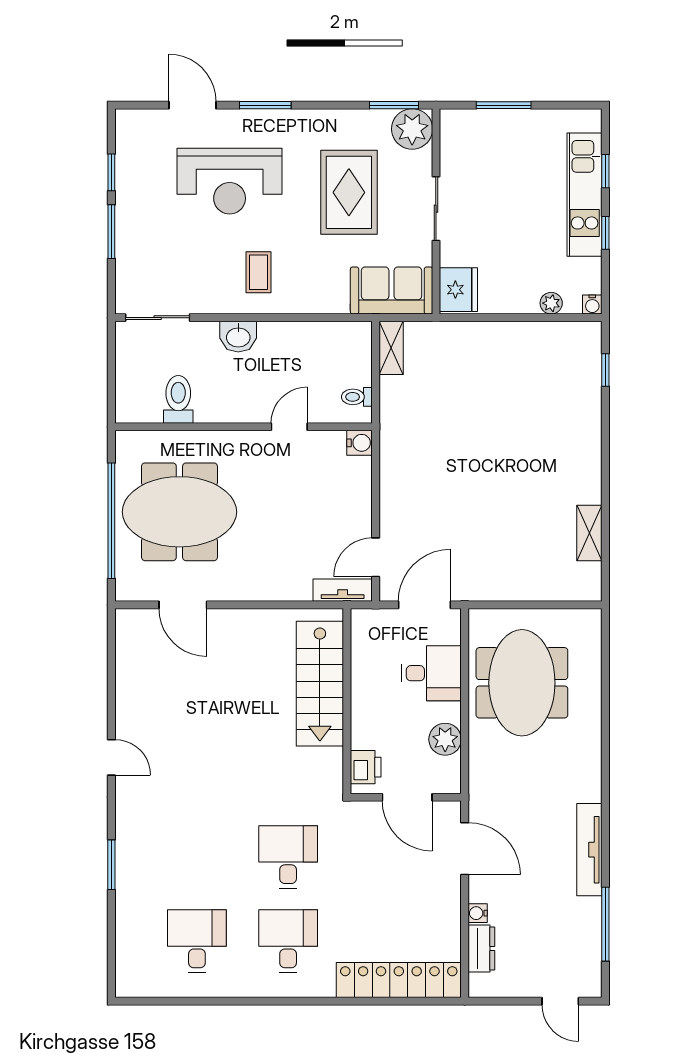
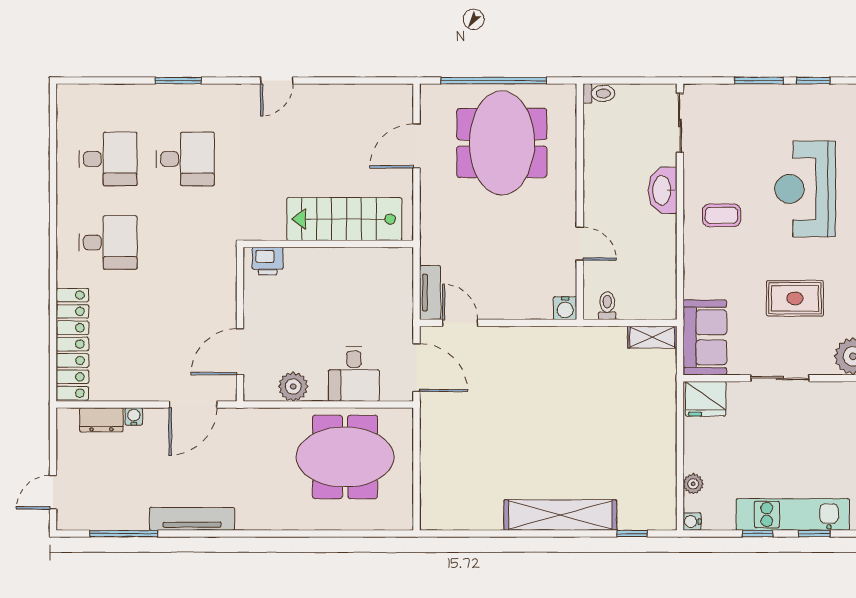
rug: (349, 192) -> (795, 298), width x0.73, depth x0.70
washbasin: (238, 337) -> (663, 190), width x1.38
toilet: (178, 399) -> (599, 93), moved, width x0.73, depth x0.72
shelving: (589, 533) -> (560, 515), moved, width x2.20, depth x1.33
stairs: (320, 684) -> (344, 219), moved
wall: (347, 701) -> (328, 244), moved
printer: (366, 767) -> (268, 261), moved
desk: (288, 857) -> (185, 159), moved

